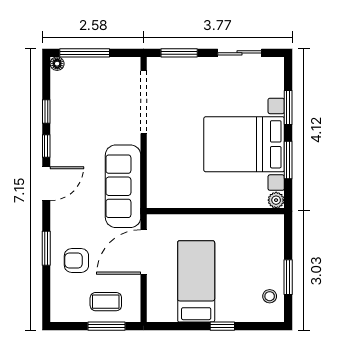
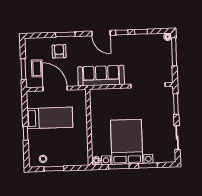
door: (144, 252) -> (55, 89), moved

